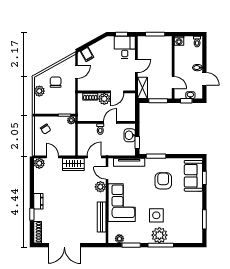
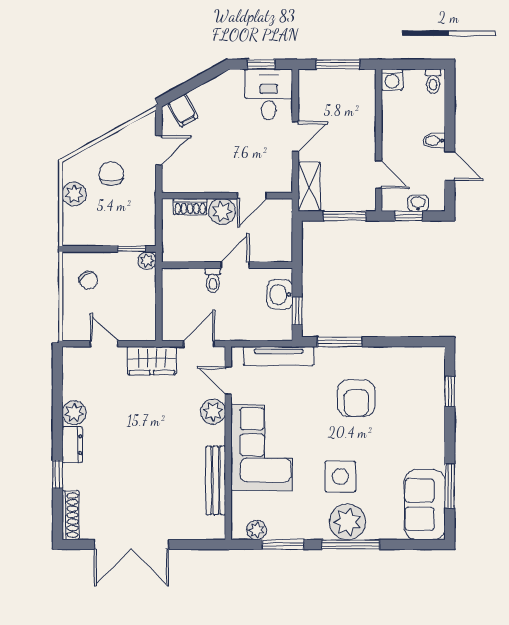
plant: (39, 163) -> (74, 413), moved
sofa: (193, 176) -> (425, 505), moved
armchair: (163, 181) -> (356, 398), turned 180

